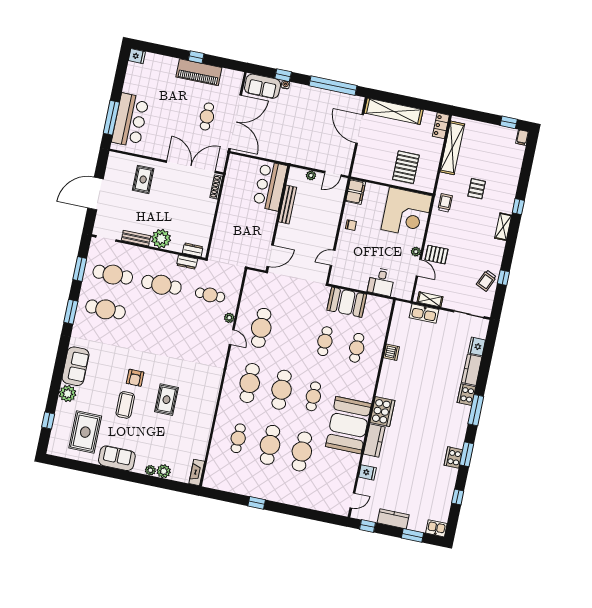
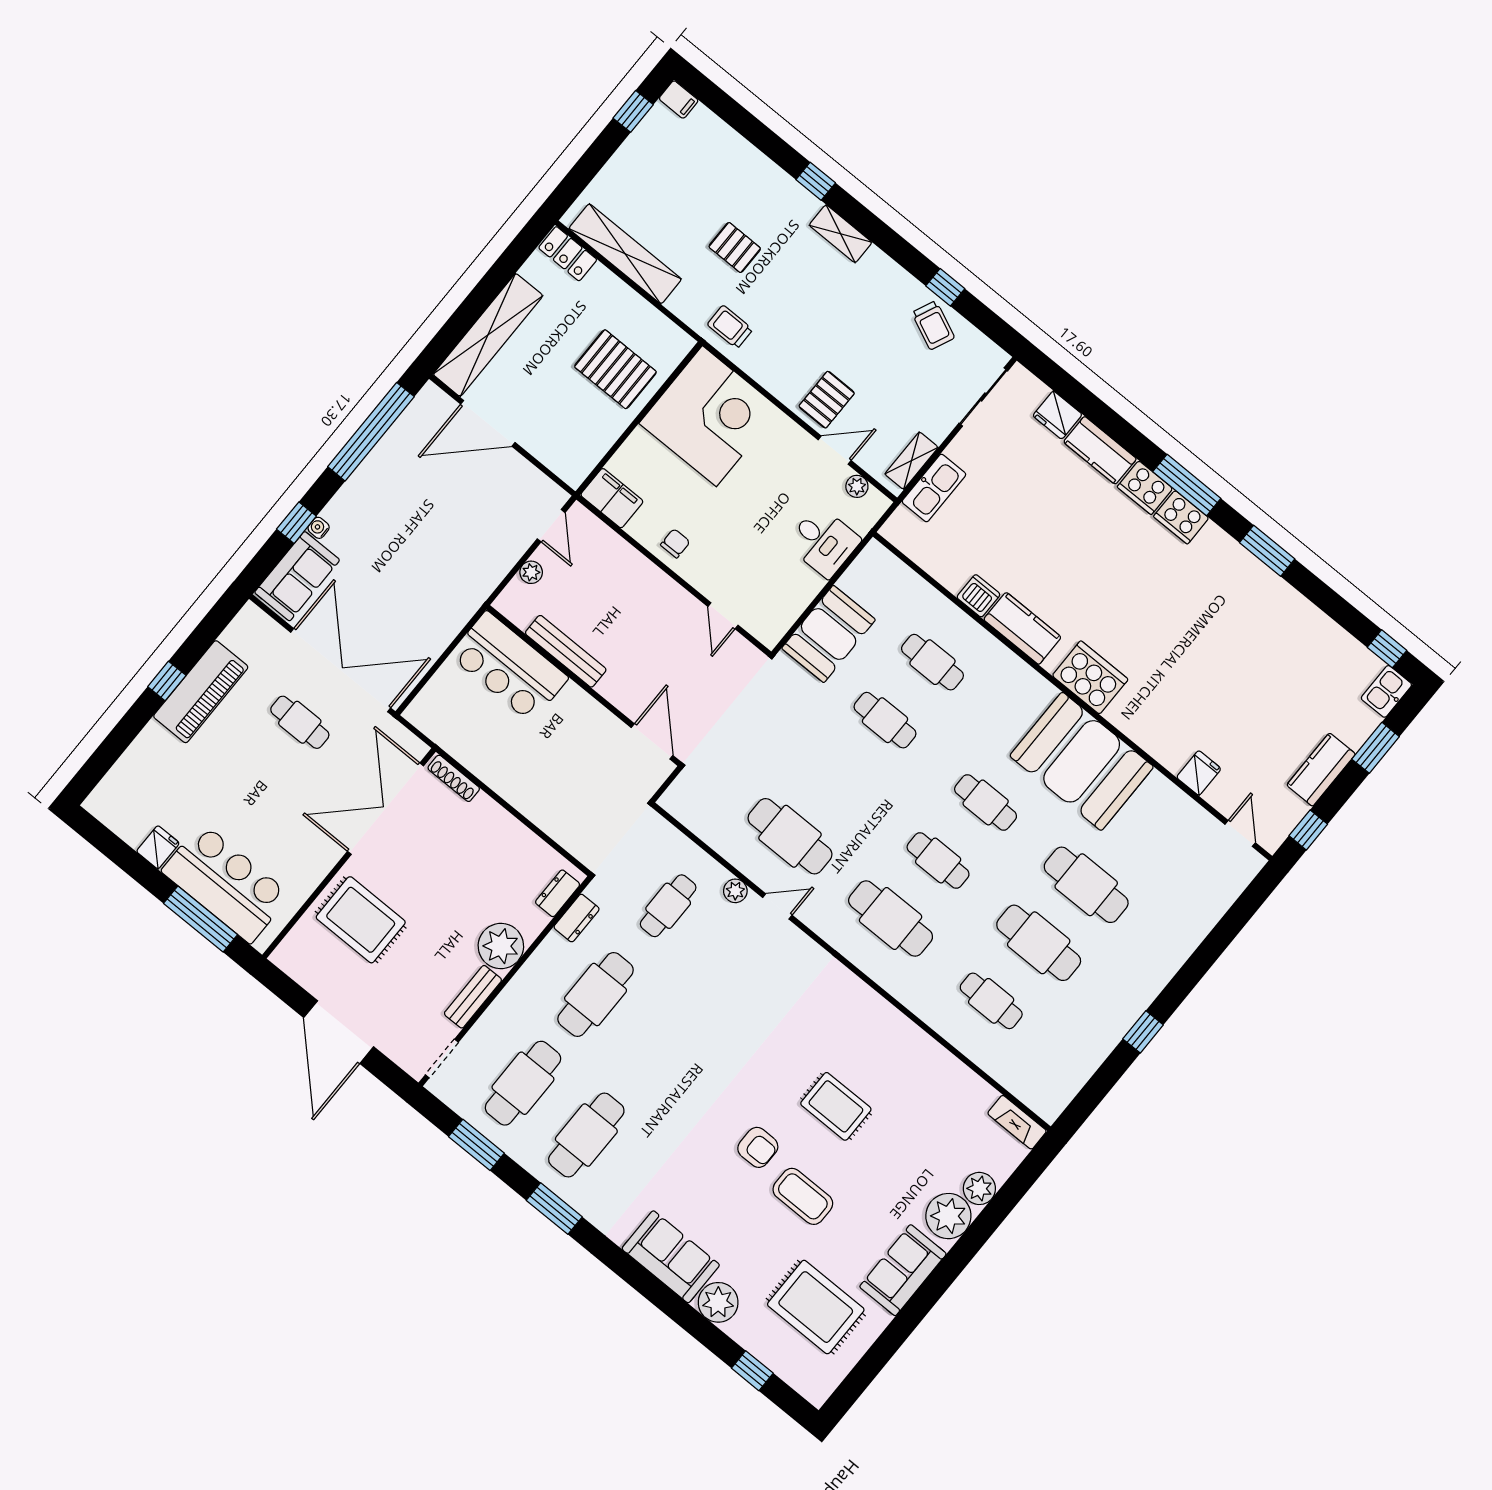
fridge: (137, 56) -> (158, 847), moved
rug: (143, 179) -> (361, 920), width x1.36, depth x1.43
plant: (416, 252) -> (857, 486), moved
cafe table: (282, 390) -> (938, 861), width x0.73, depth x0.74
kitchen counter: (374, 440) -> (1022, 628), moved
cooker: (453, 458) -> (1181, 517), moved
plant: (150, 470) -> (948, 1216), width x1.88, depth x1.88
window: (458, 497) -> (1387, 649), moved

